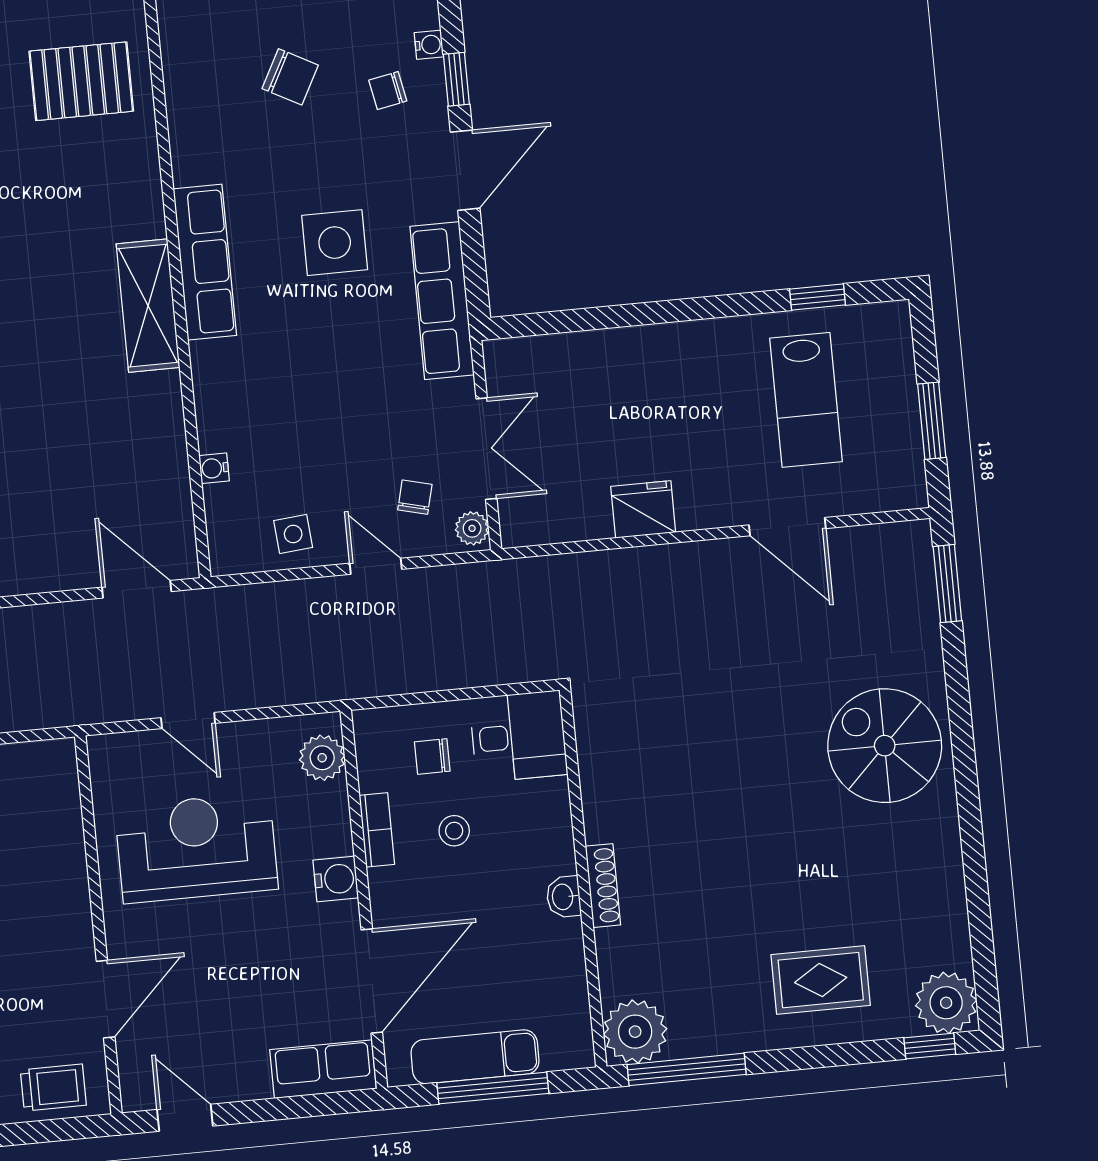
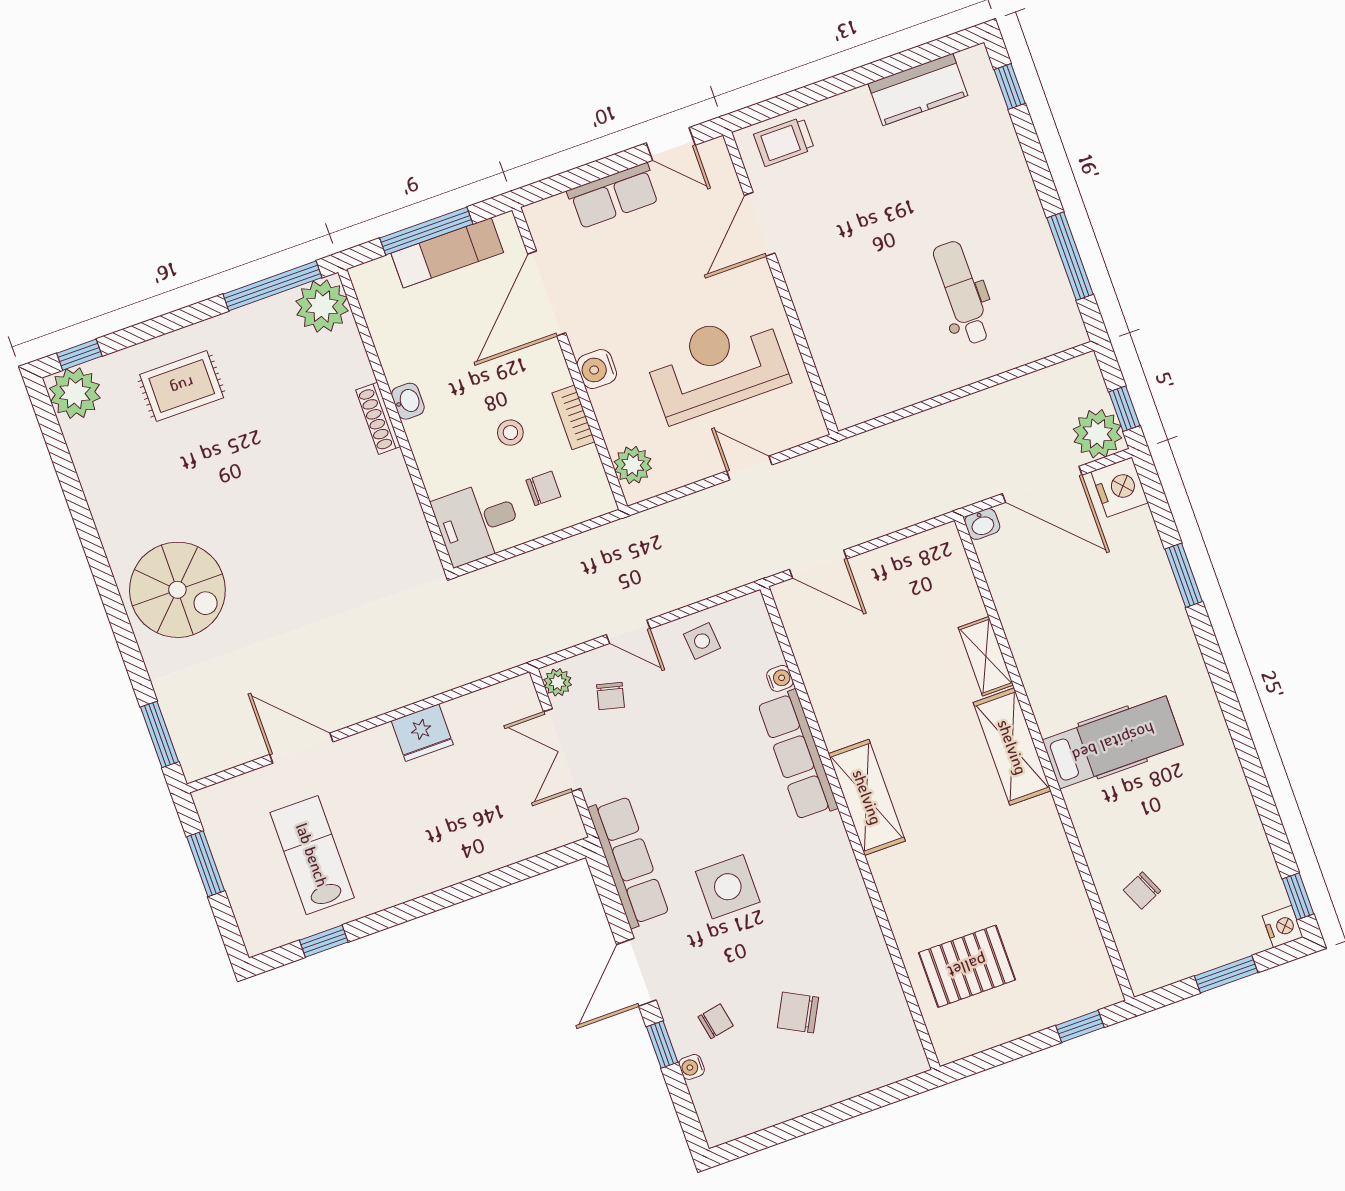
row of seats: (205, 262) -> (798, 755), moved
reception desk: (196, 848) -> (717, 366), turned 180
row of seats: (323, 1069) -> (613, 196), moved

